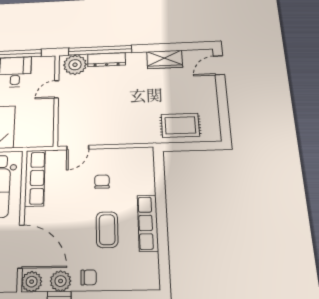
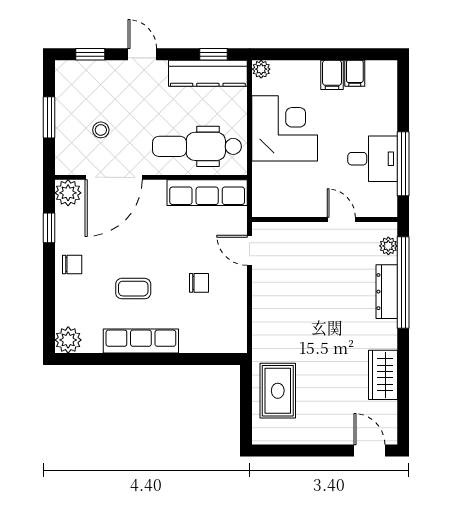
plant: (75, 65) -> (388, 246), width x0.53, depth x0.53
coffee table: (107, 230) -> (133, 289), width x0.73, depth x0.77
chair: (89, 277) -> (72, 265), turned -90
plant: (61, 281) -> (68, 340), moved

